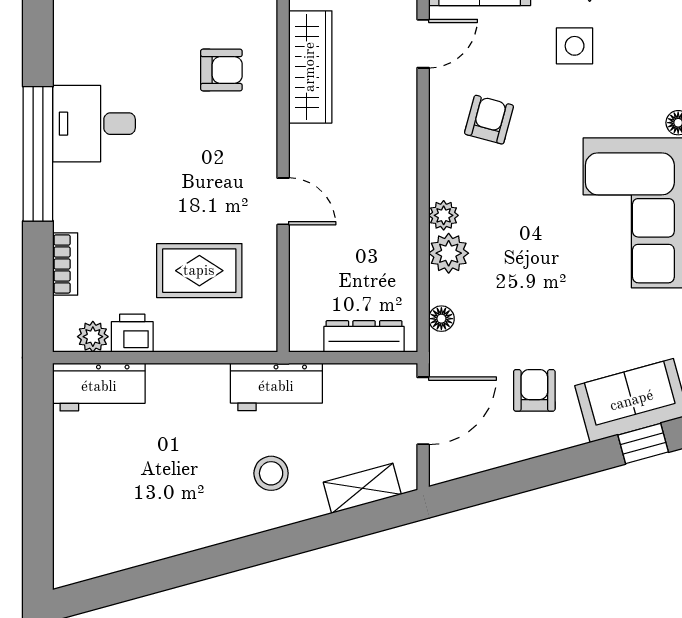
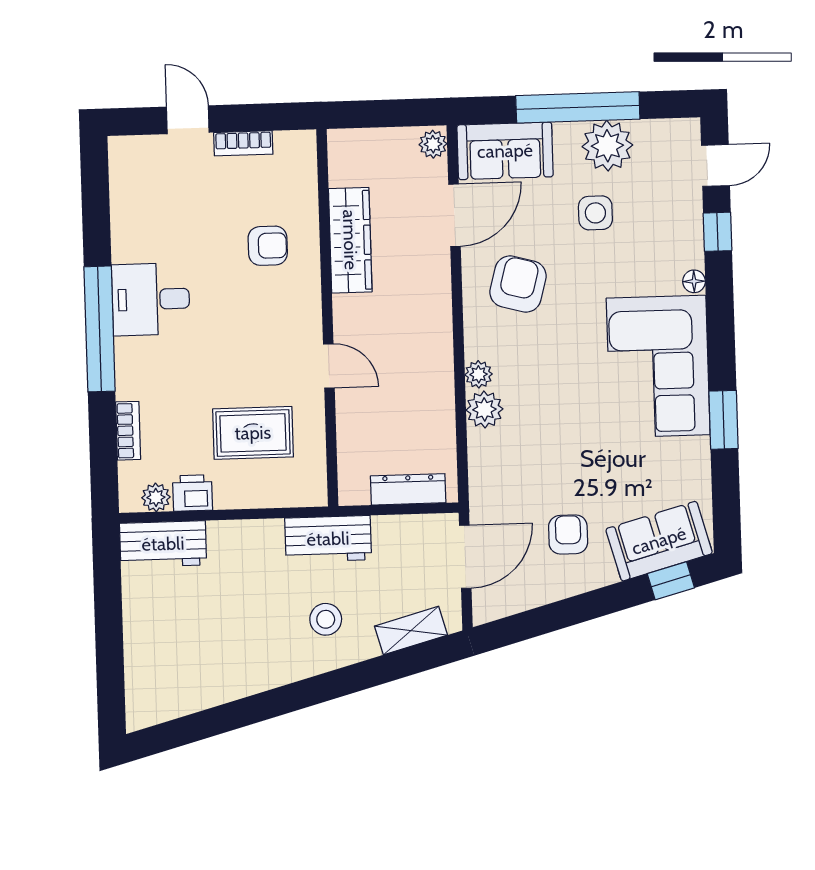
door: (423, 44) -> (455, 215), width x1.38
armchair: (489, 120) -> (518, 284), width x1.38, depth x1.38
floor lamp: (441, 319) -> (480, 470), removed

